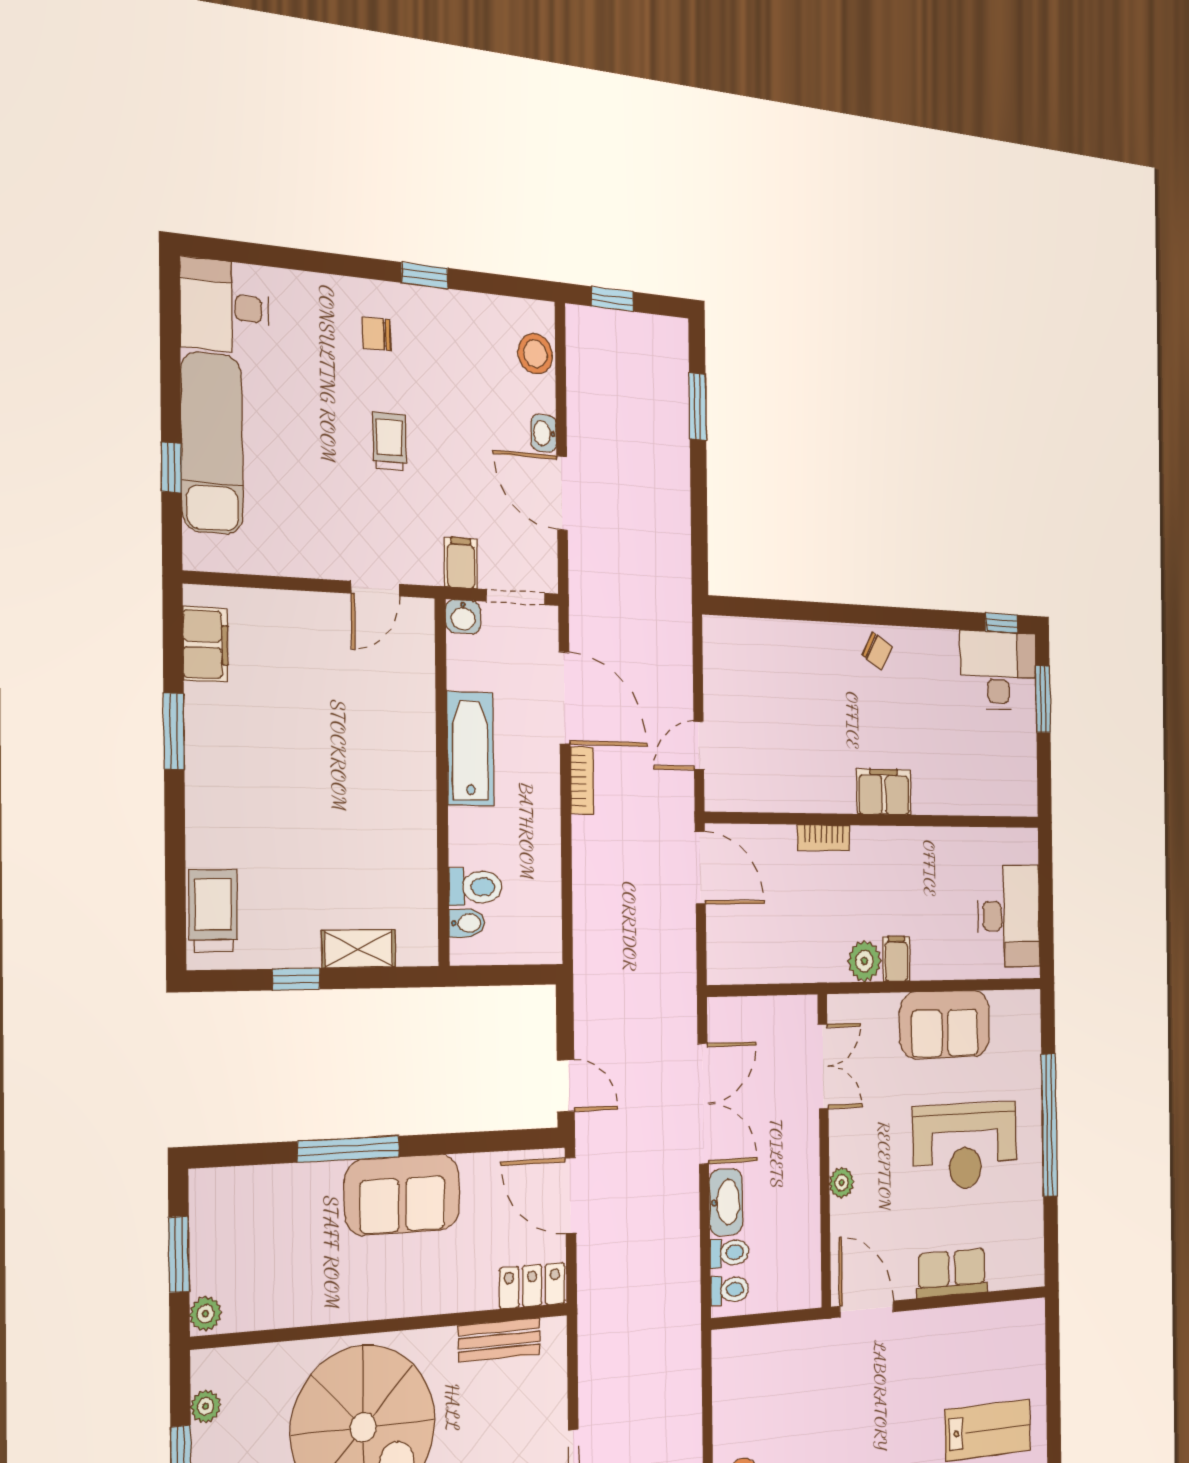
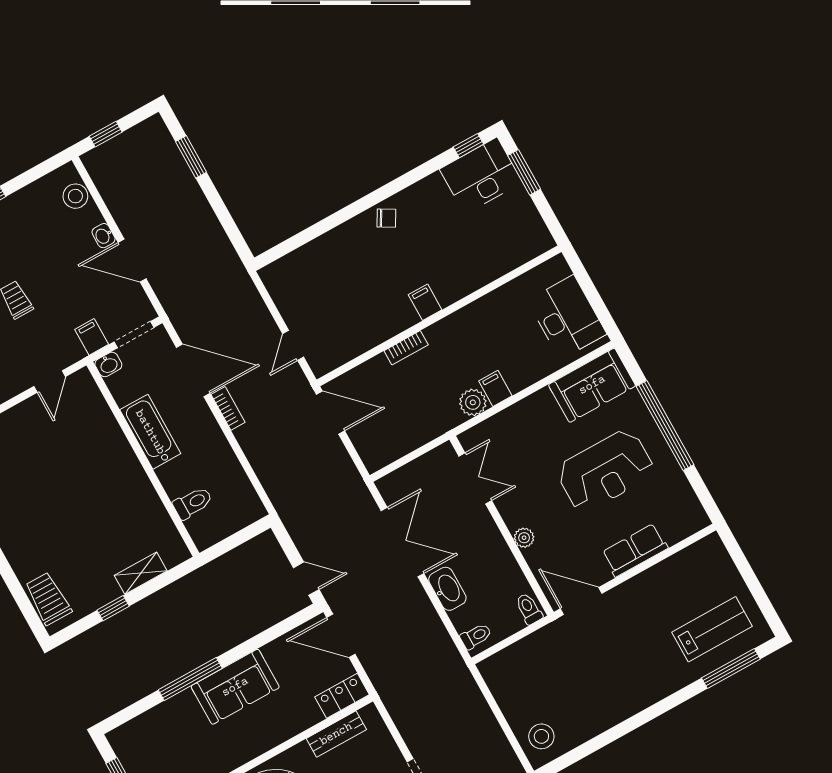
filing cabinet: (884, 792) -> (425, 302), width x0.50
bidet: (467, 923) -> (198, 525), removed
sofa: (945, 1024) -> (592, 385), moved
toilet: (729, 1253) -> (529, 609), moved, turned -90

